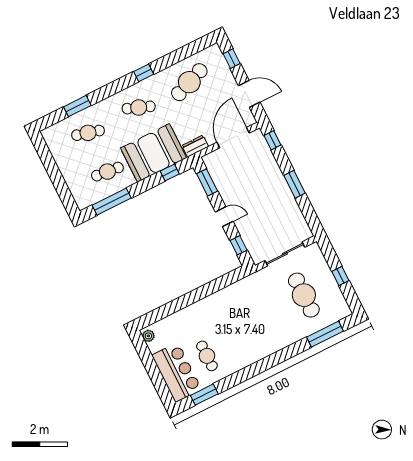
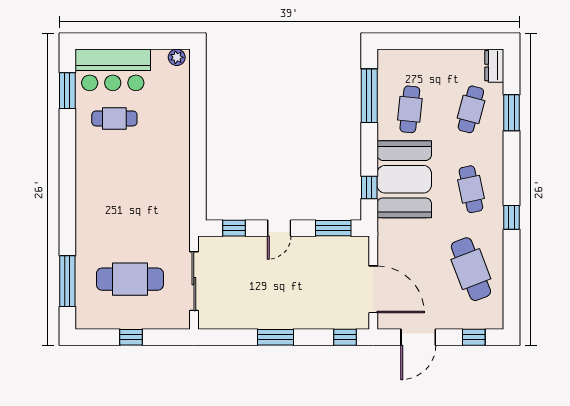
cafe table: (139, 107) -> (471, 189), turned -33
dresser: (195, 146) -> (494, 66), moved, turned 180

